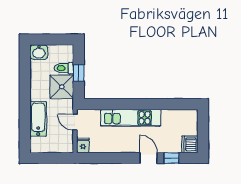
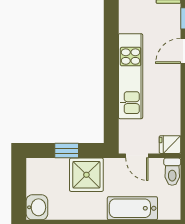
toilet: (64, 68) -> (172, 172), moved
door: (75, 122) -> (137, 156), hinge flipped

